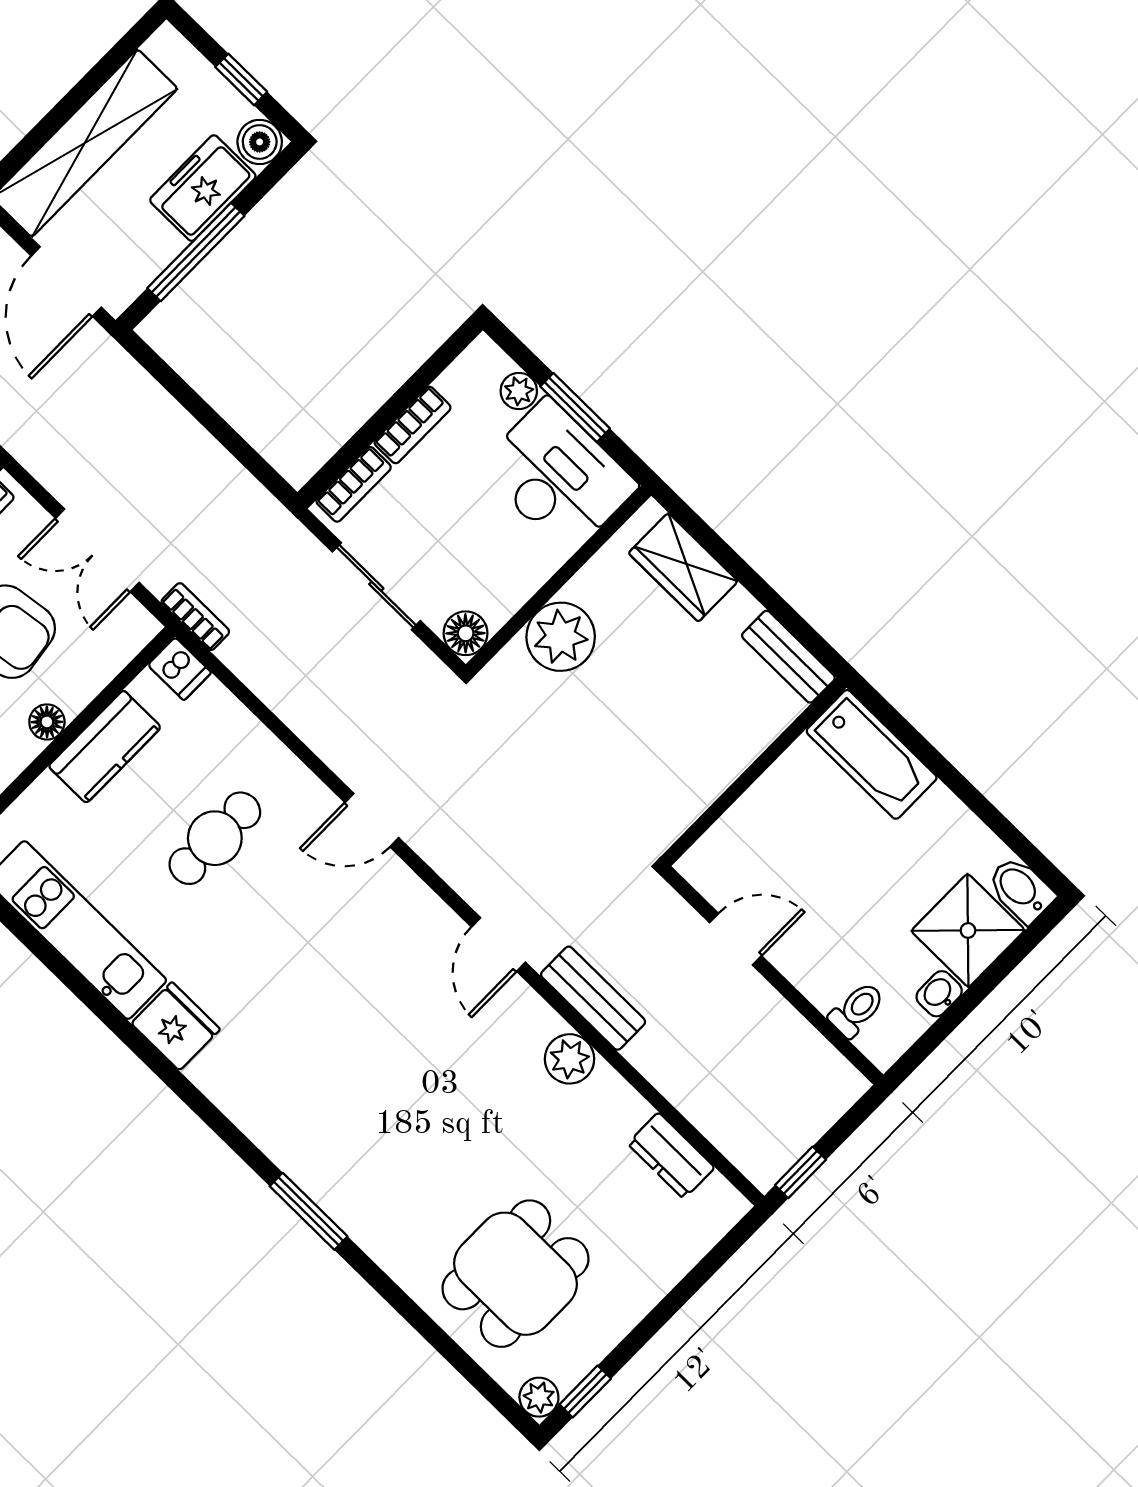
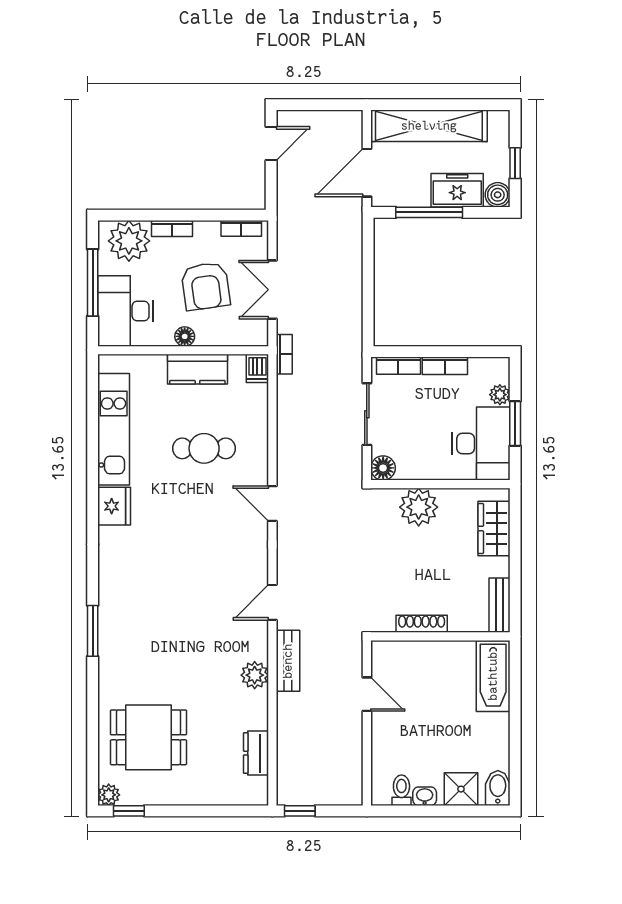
shoe rack: (714, 780) -> (422, 624), added
shower: (968, 930) -> (461, 789), width x0.73, depth x0.73
toilet: (857, 1010) -> (401, 790), moved, turned -90

